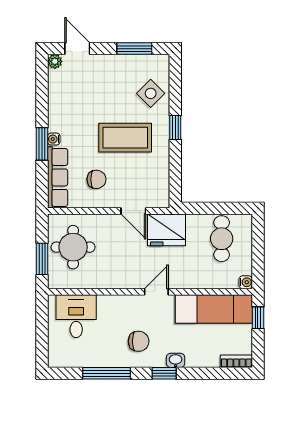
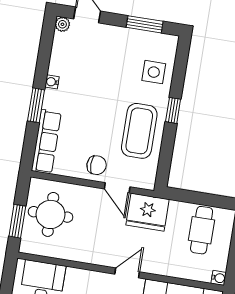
side table: (151, 93) -> (154, 72), turned 45
coffee table: (125, 138) -> (139, 131), moved, turned 90
water cooler: (54, 139) -> (52, 82), moved
chair: (97, 179) -> (97, 165), moved

